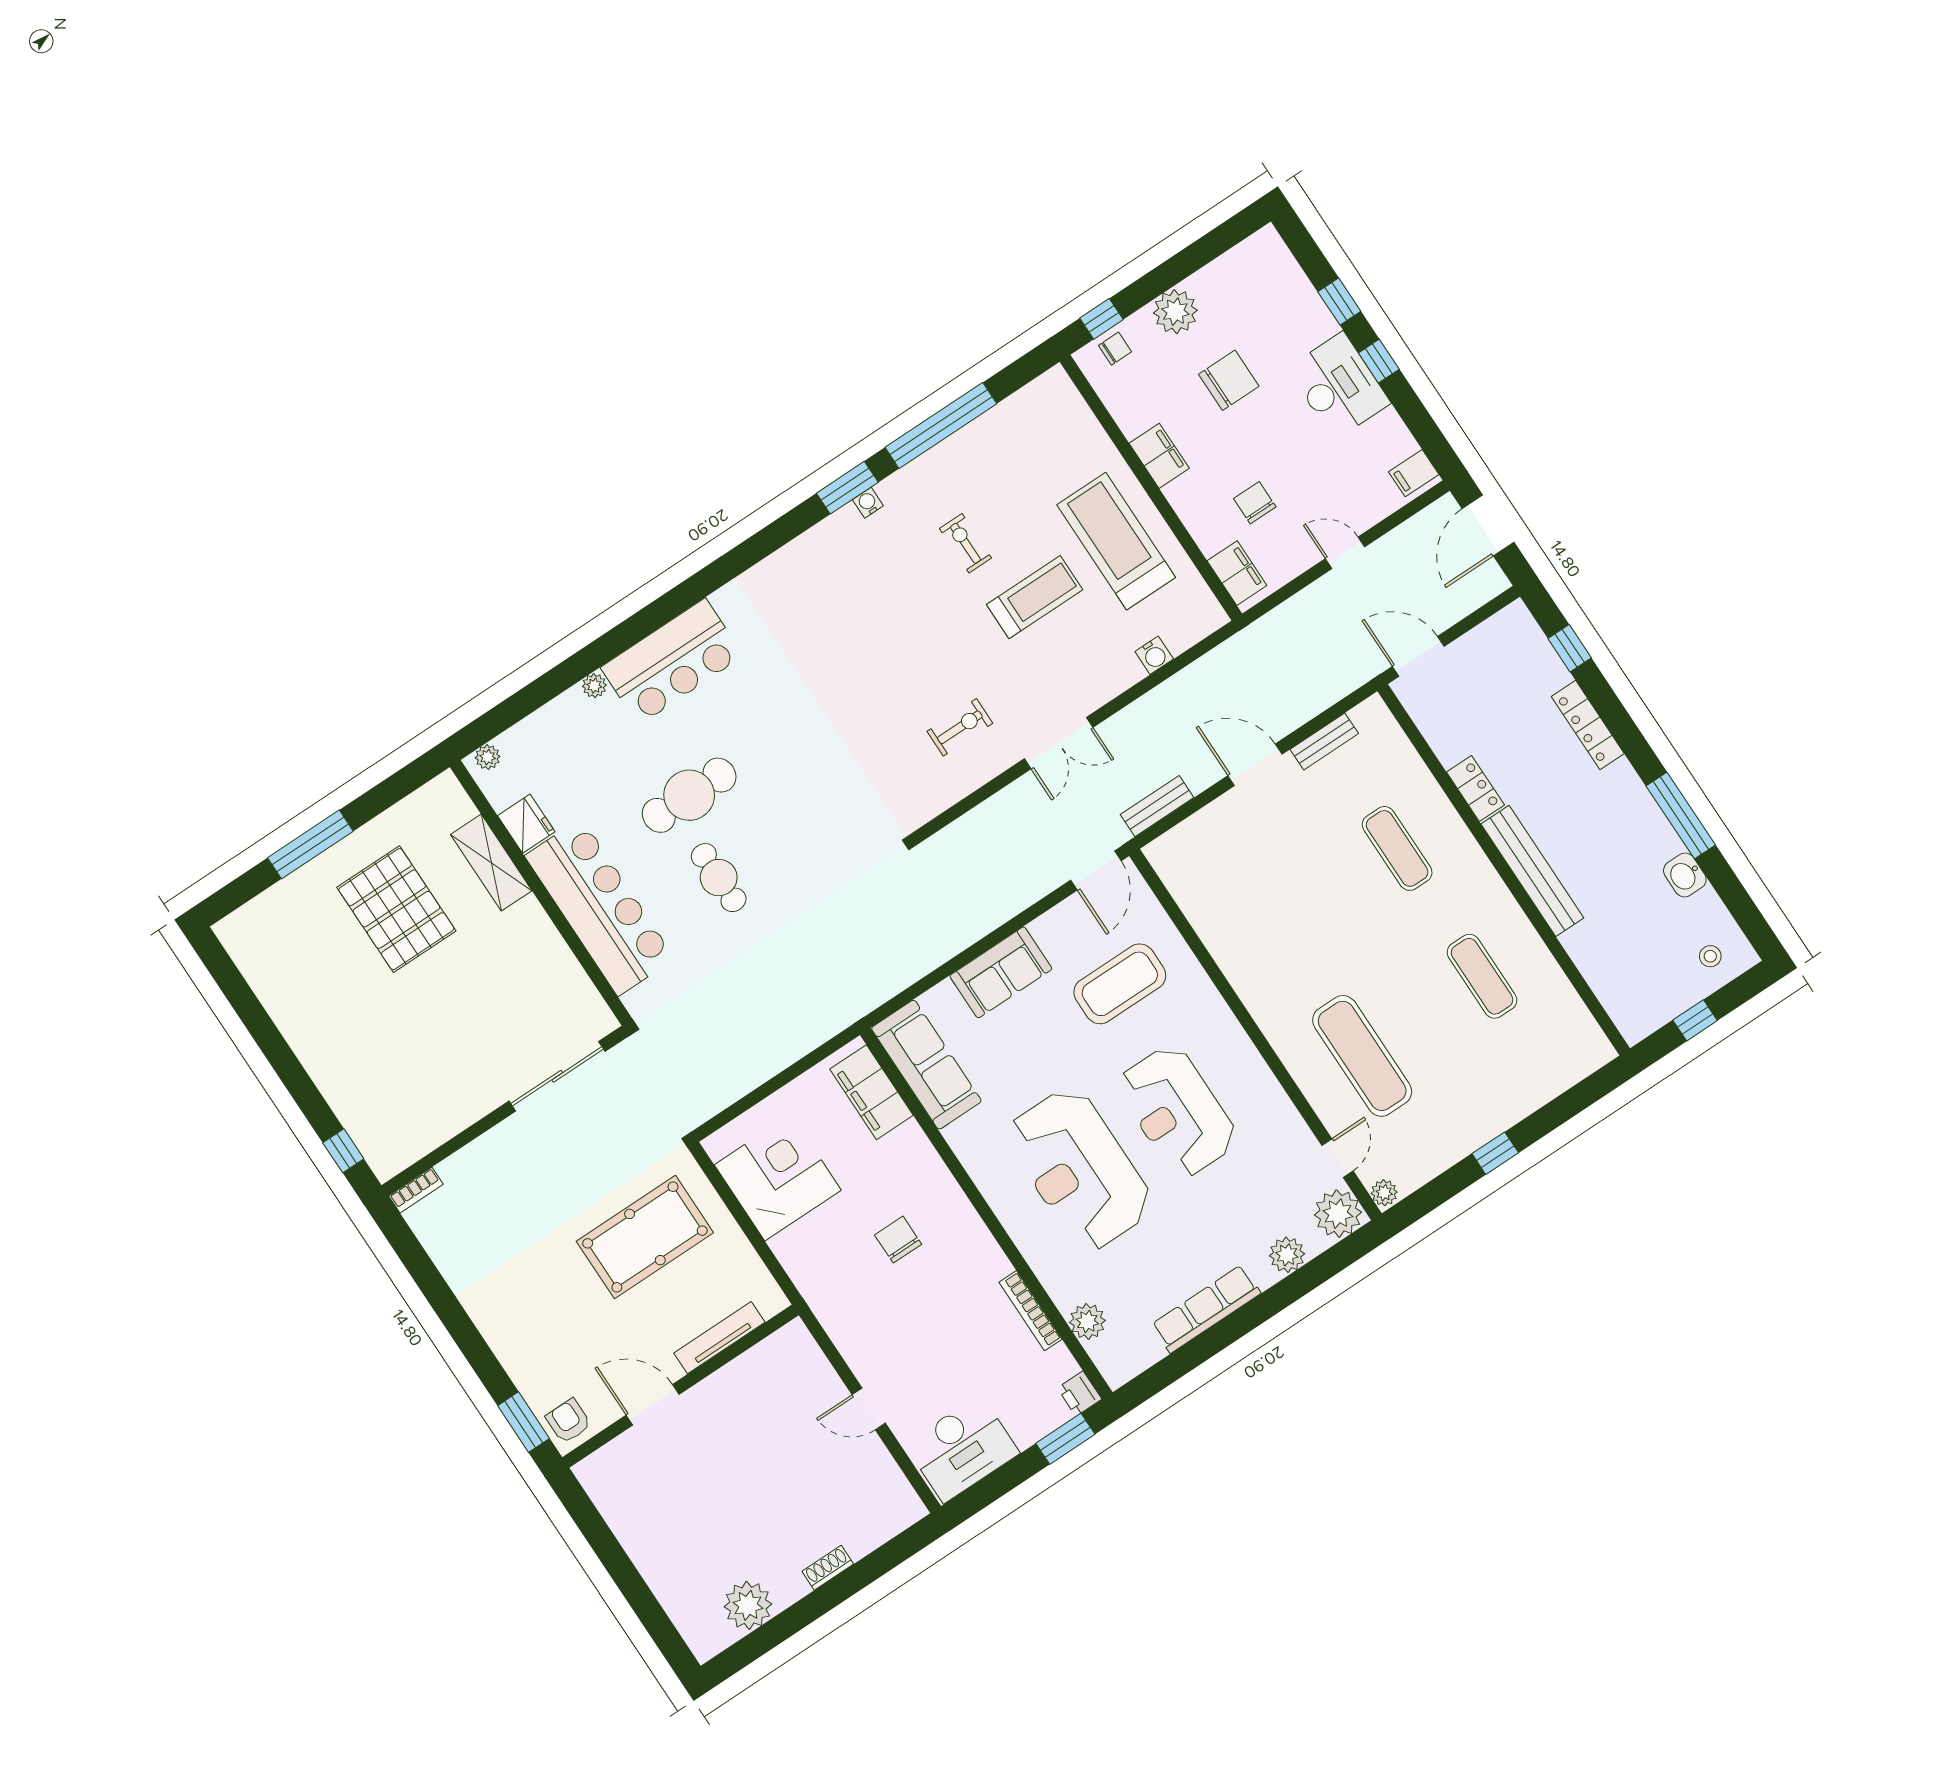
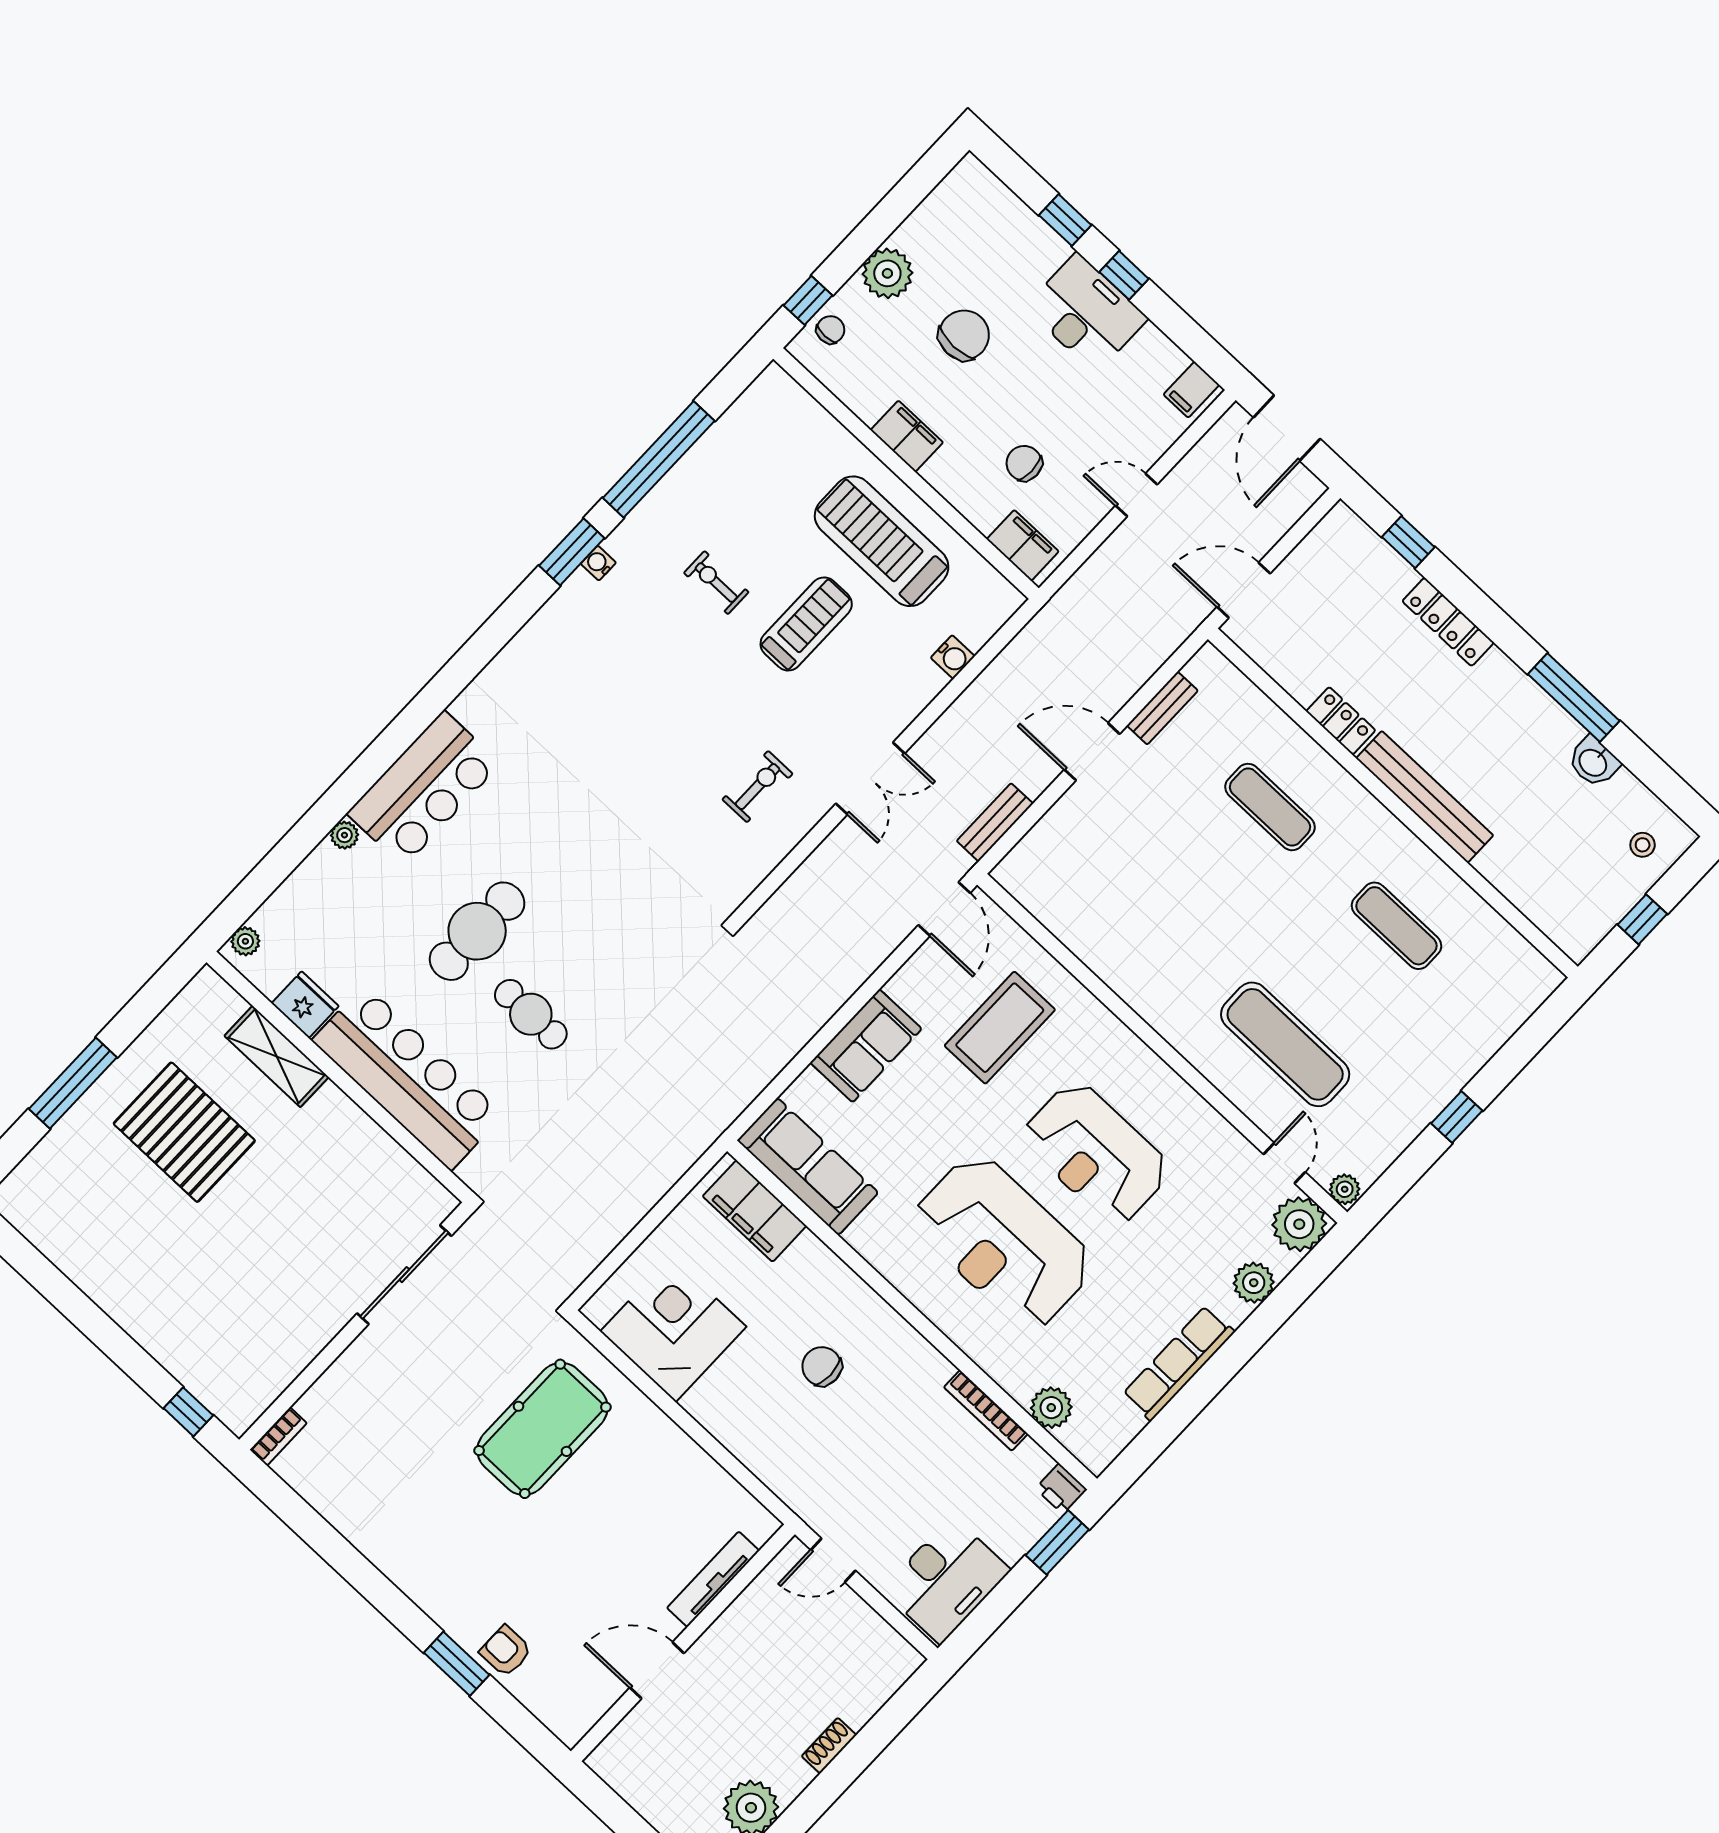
tv unit: (719, 1338) -> (713, 1579), moved
wall: (681, 1386) -> (683, 1643), moved
door: (653, 1405) -> (657, 1670), moved

